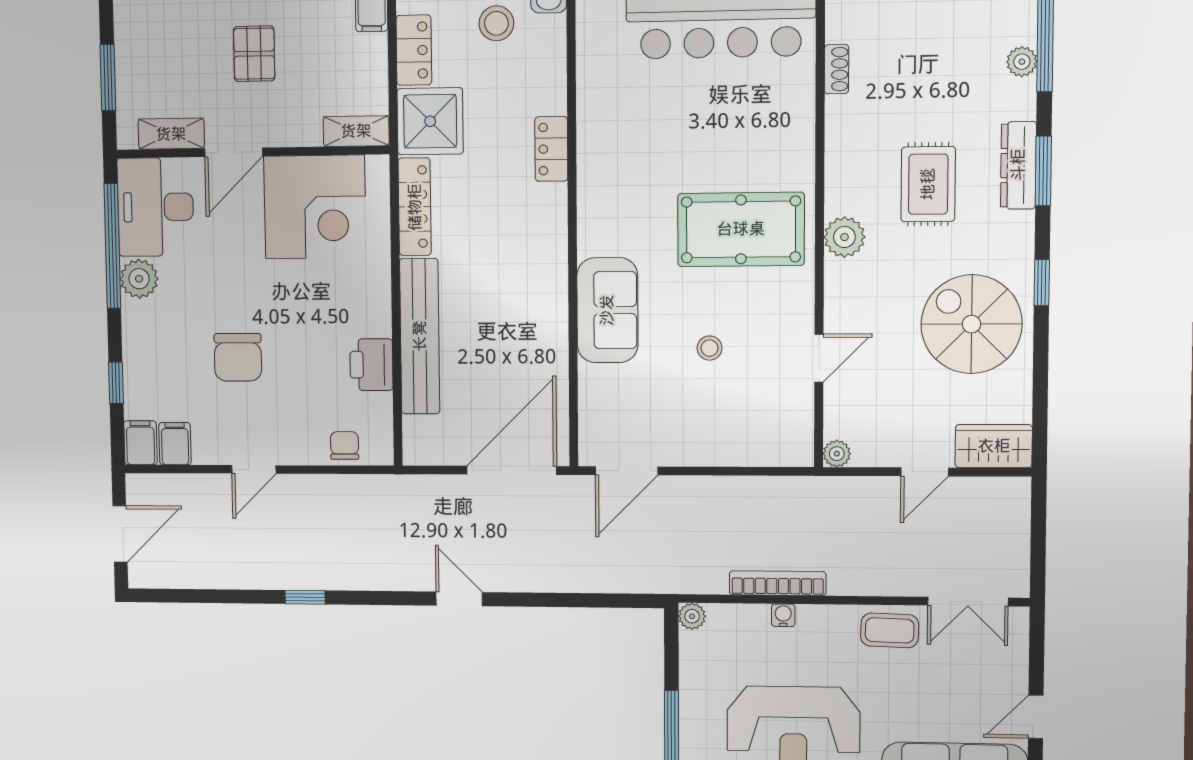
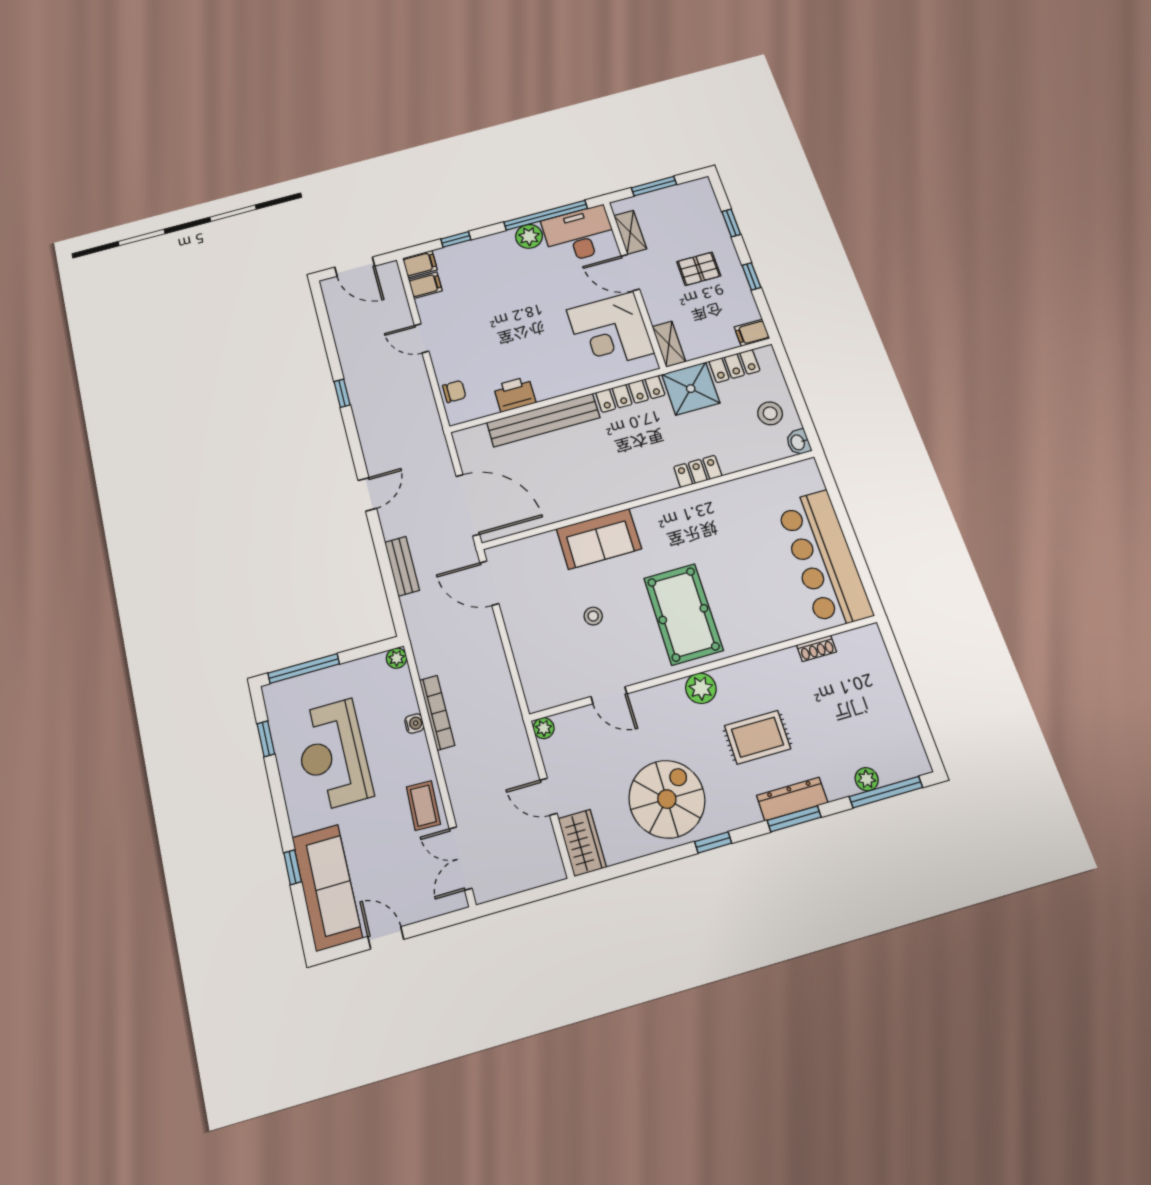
chair: (238, 357) -> (495, 309), removed
bench: (571, 578) -> (402, 566), added

